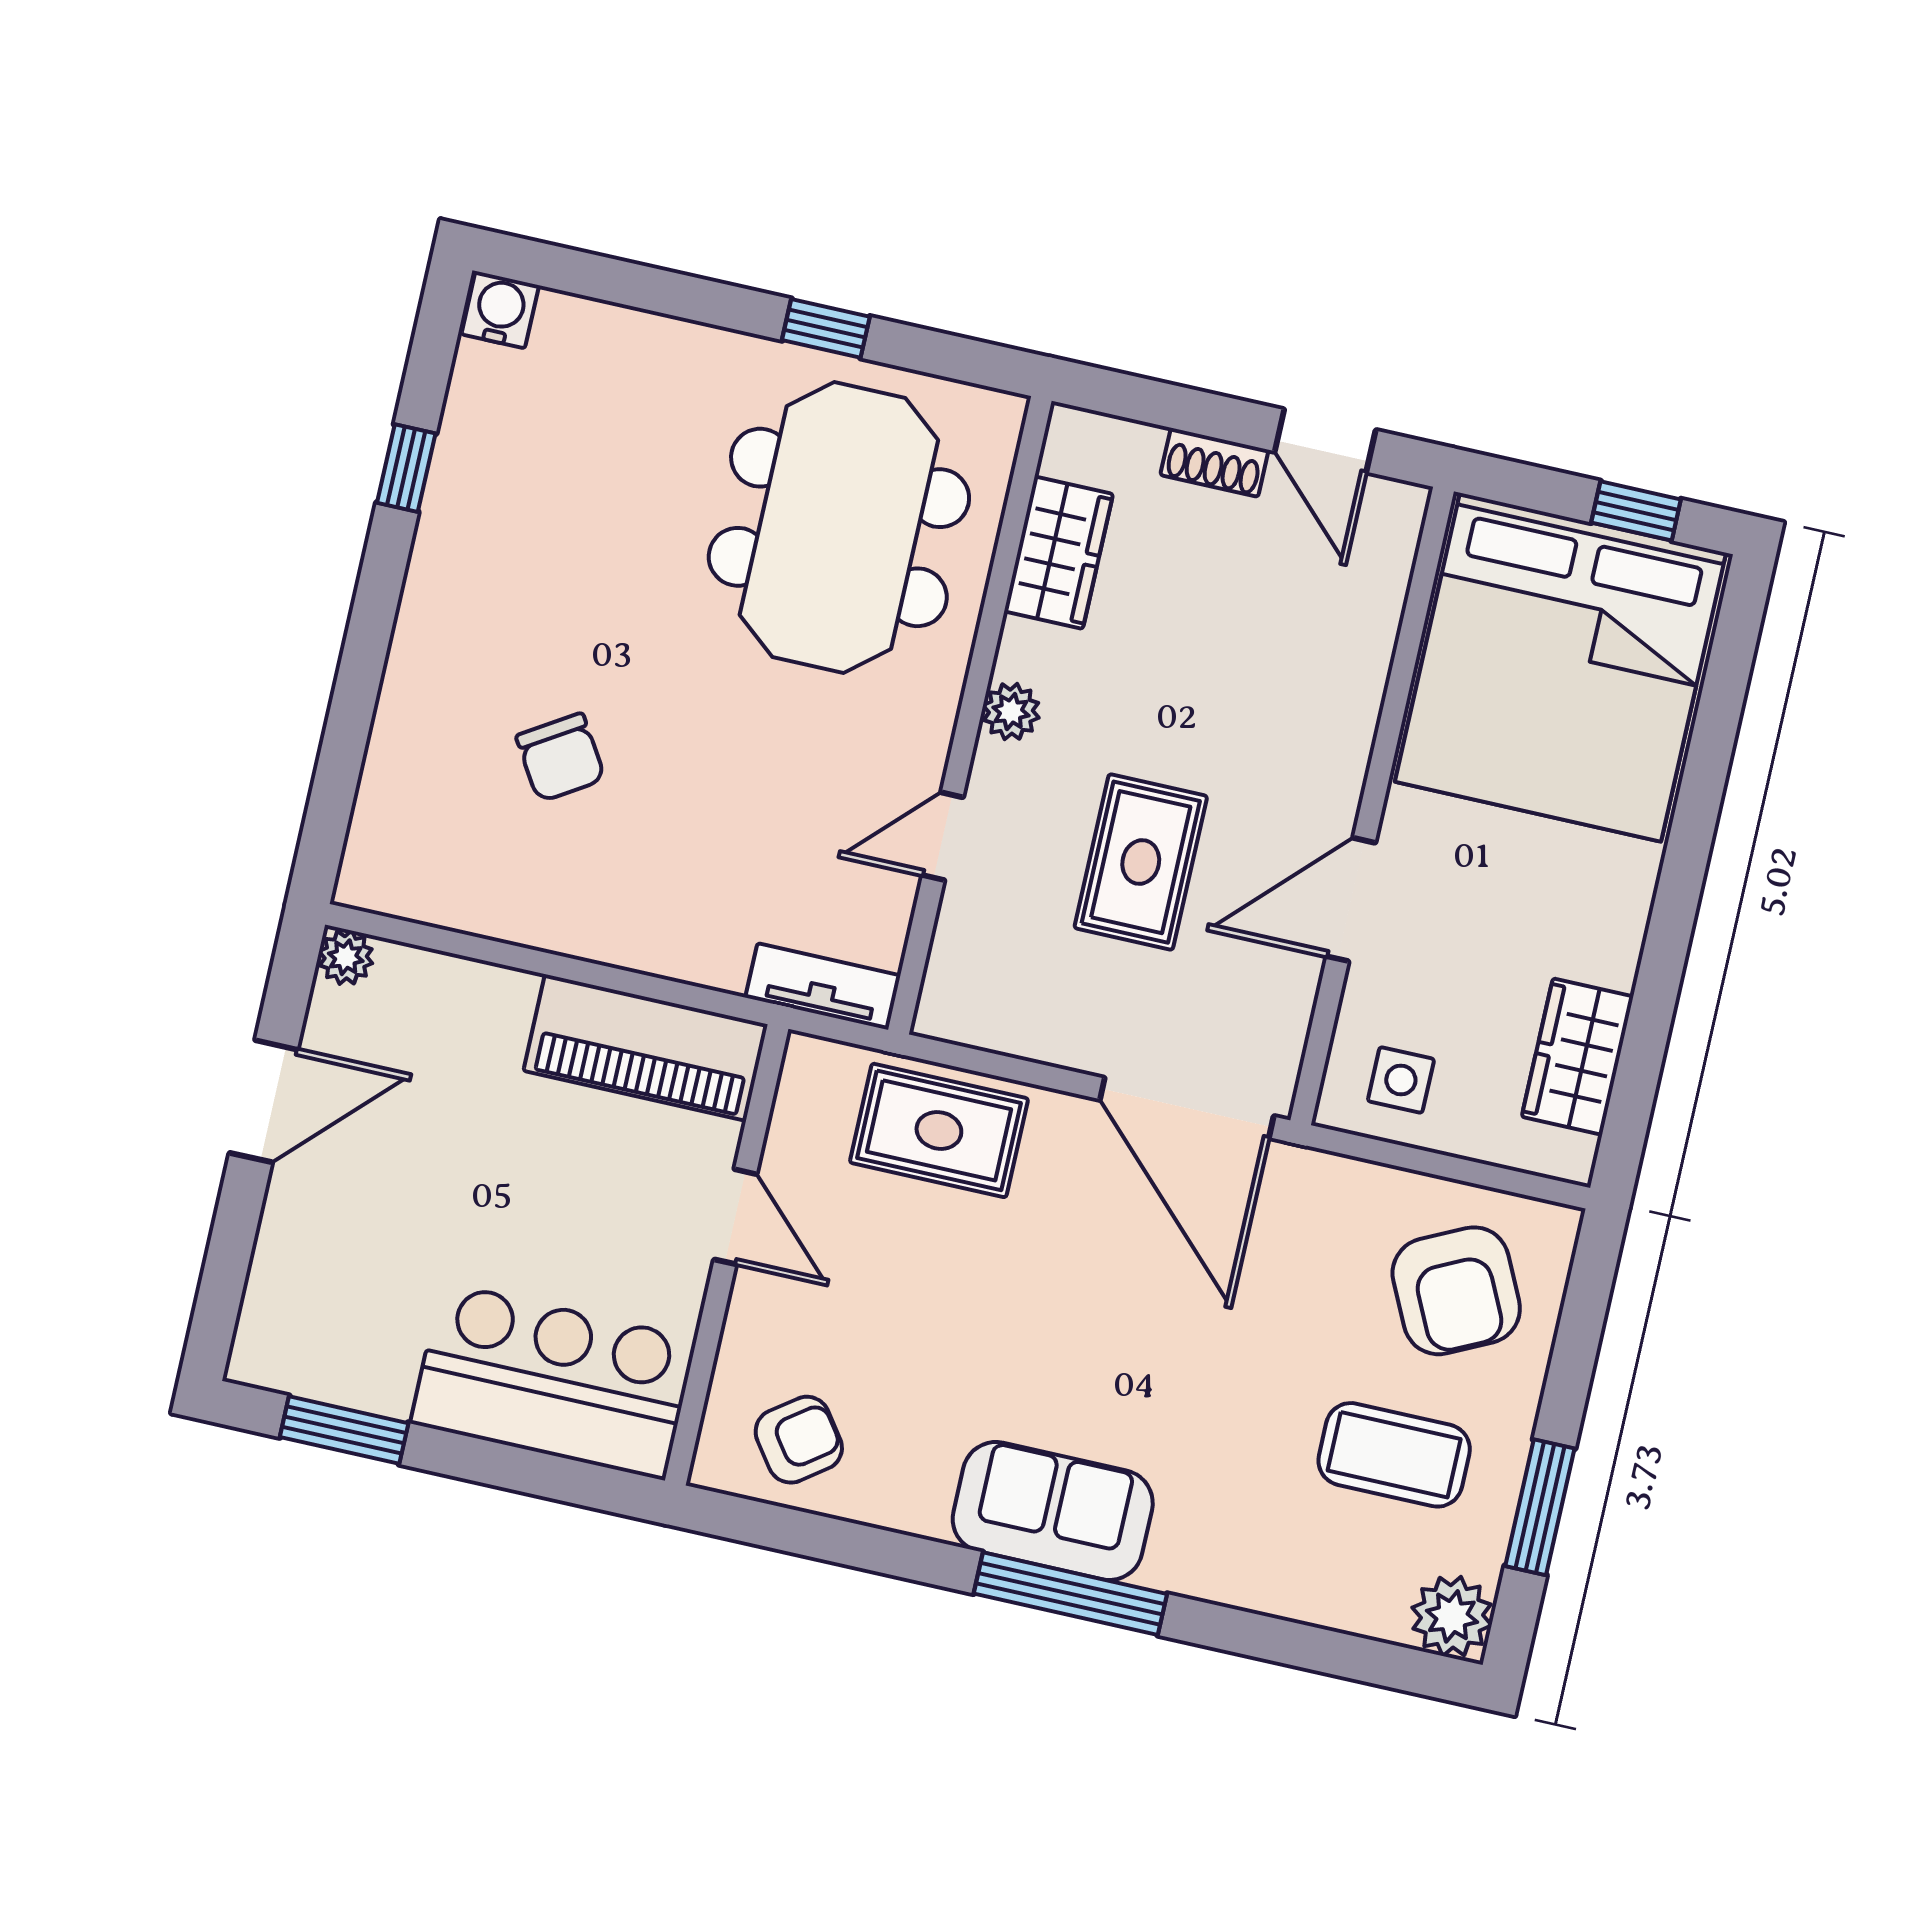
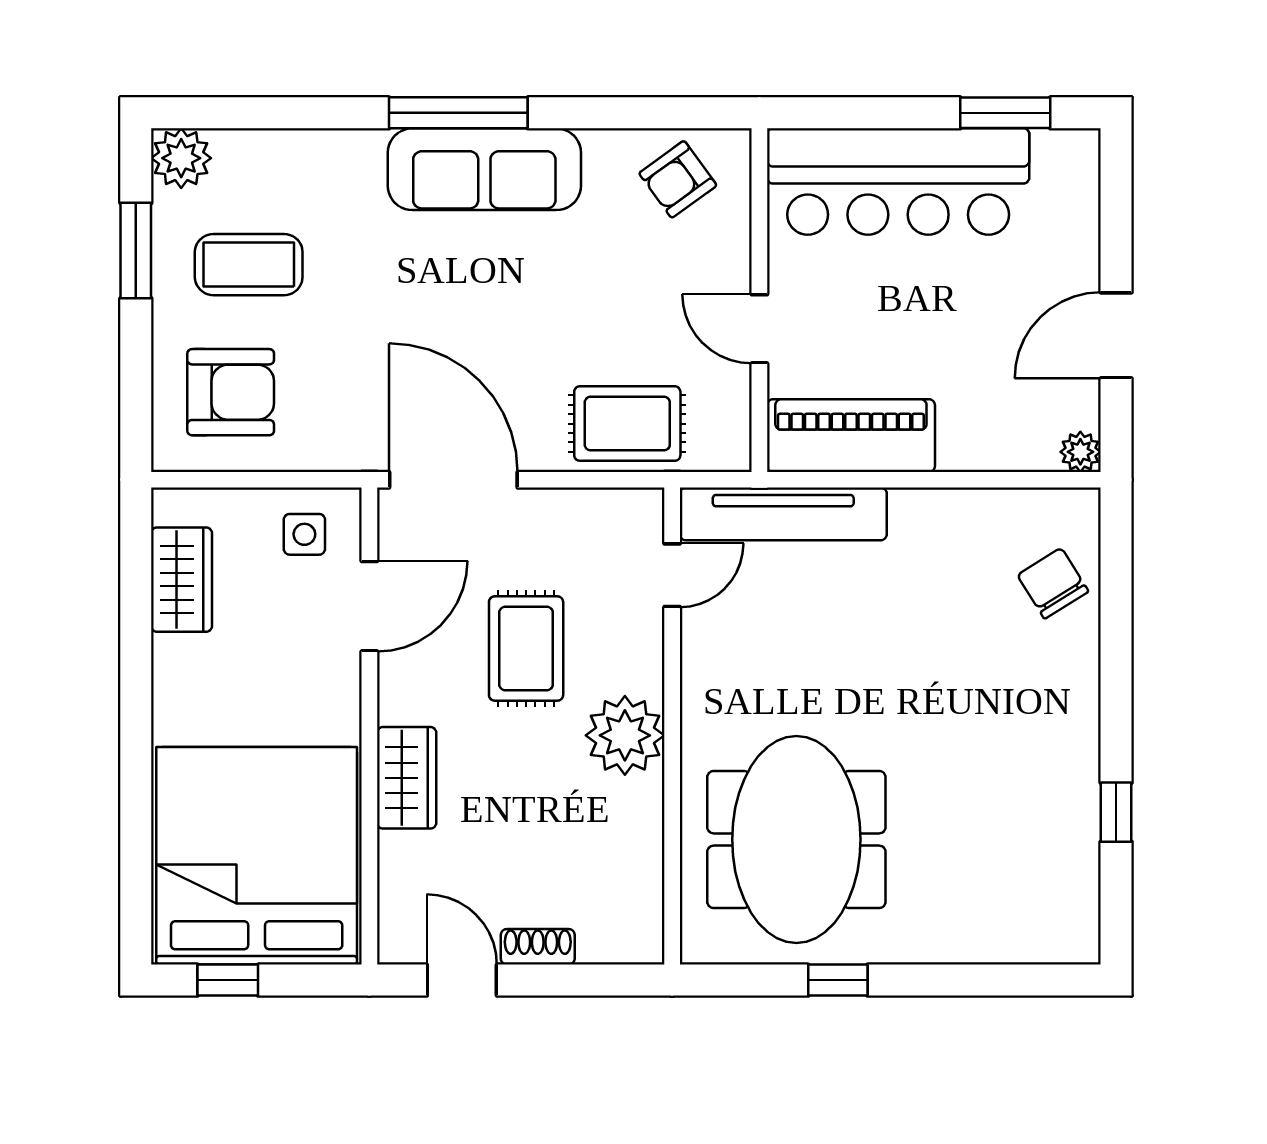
water cooler: (500, 310) -> (1074, 941), removed
wardrobe: (1059, 553) -> (407, 778), moved, turned 180
plant: (1011, 712) -> (625, 735), width x1.87, depth x1.87
chair: (561, 757) -> (1053, 583), moved
door: (943, 836) -> (672, 575), moved
door: (1351, 900) -> (369, 606), moved
tv unit: (823, 986) -> (783, 514), width x1.92, depth x1.29
armchair: (1456, 1291) -> (231, 392), turned 116
bar counter: (553, 1381) -> (898, 182), width x1.36
sofa: (1053, 1511) -> (484, 169), width x1.36

